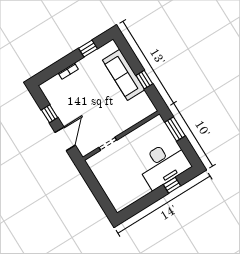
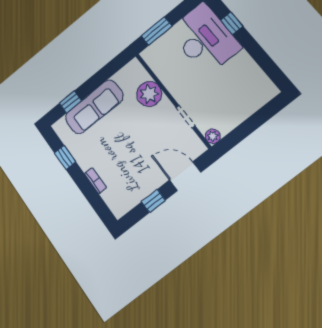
window: (144, 80) -> (70, 102), moved
plant: (128, 118) -> (149, 94), added
plant: (91, 162) -> (213, 136), added

